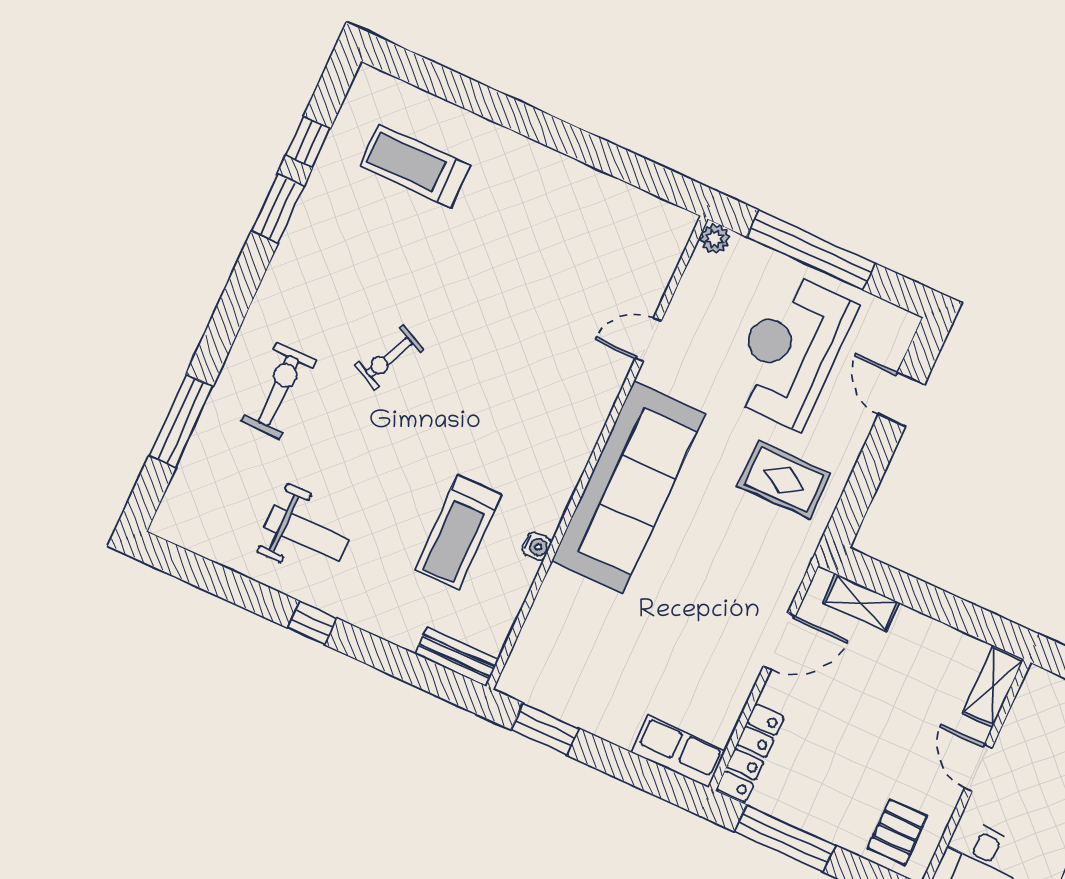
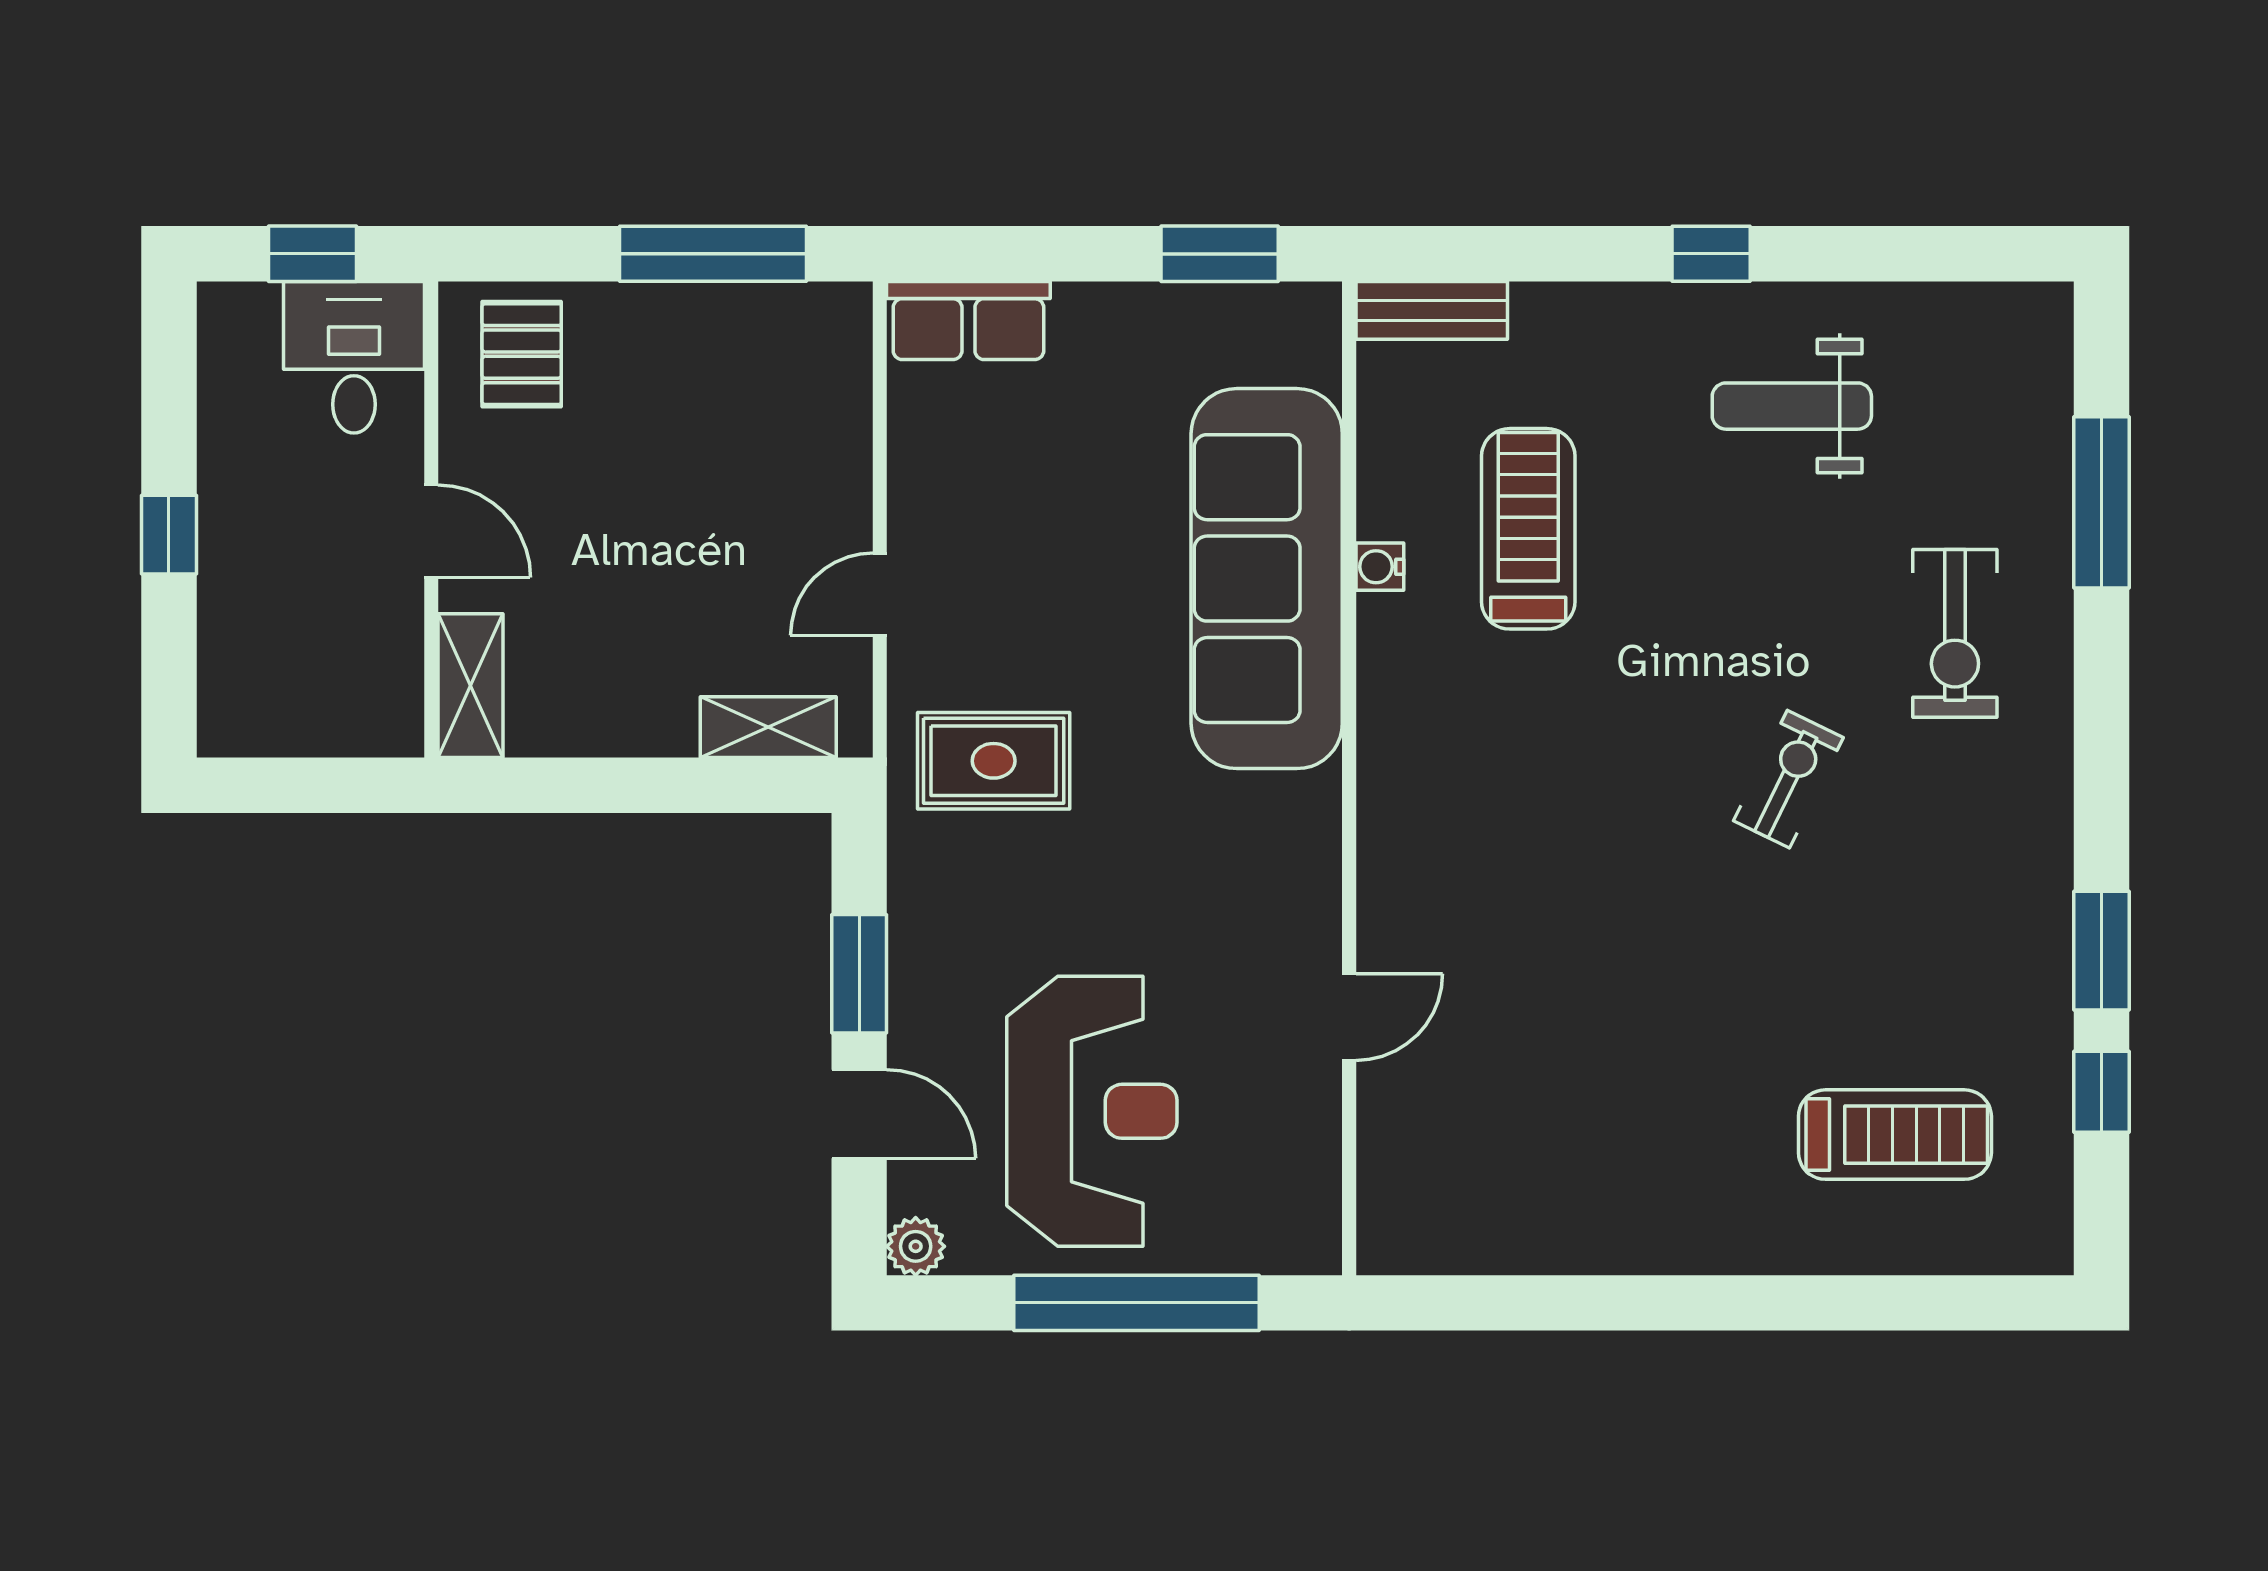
plant: (715, 239) -> (916, 1246), moved
window: (871, 466) -> (859, 974), added
rug: (784, 480) -> (994, 761), moved
sofa: (628, 487) -> (1267, 579), moved
door: (779, 641) -> (880, 594), width x0.73
locker: (750, 753) -> (842, 376), removed

